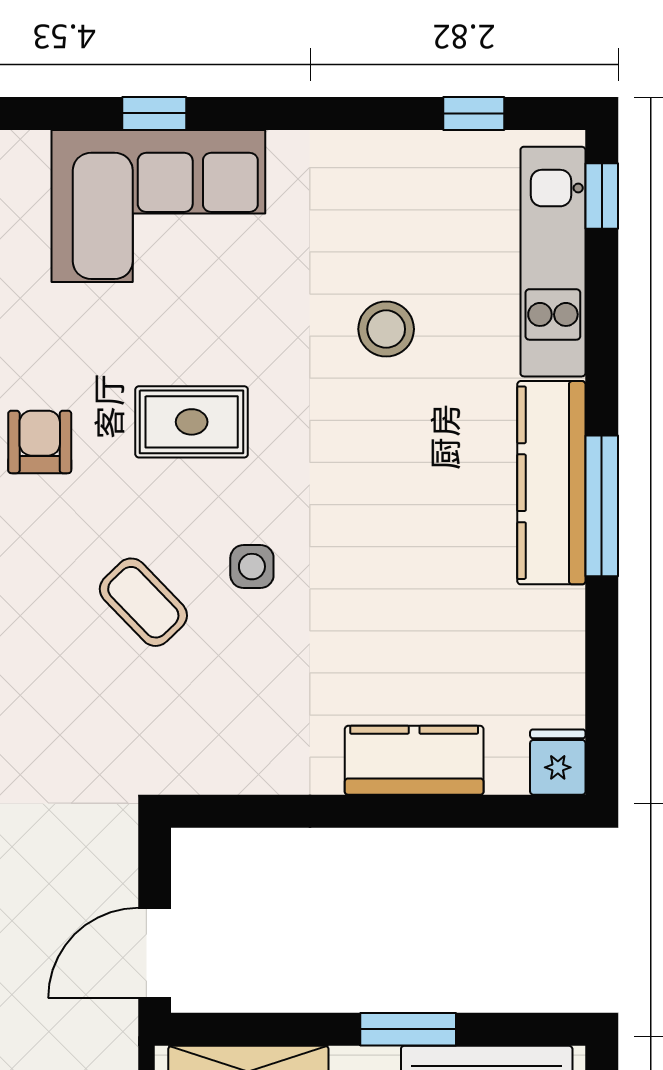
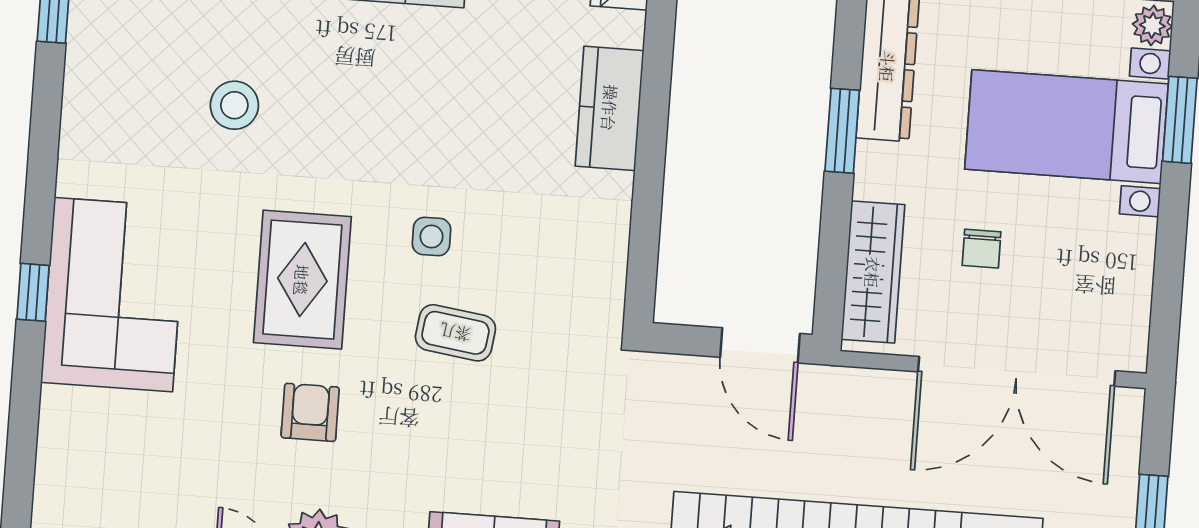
rug: (192, 422) -> (302, 280), width x1.36, depth x1.43
armchair: (40, 442) -> (310, 412), turned 90
coffee table: (143, 602) -> (455, 333), turned 52

